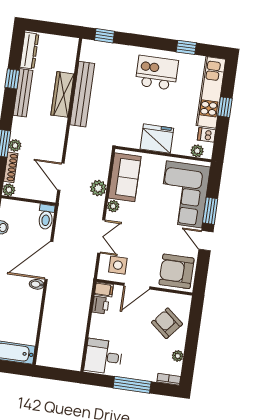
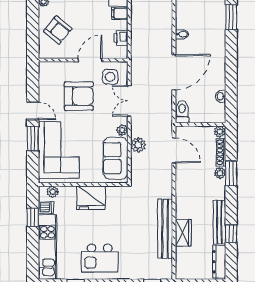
wardrobe: (62, 94) -> (183, 233), width x0.67
window: (225, 107) -> (33, 217), moved
armchair: (176, 271) -> (79, 96), moved
bidet: (37, 284) -> (182, 34), moved
filing cabinet: (104, 290) -> (120, 13), moved

